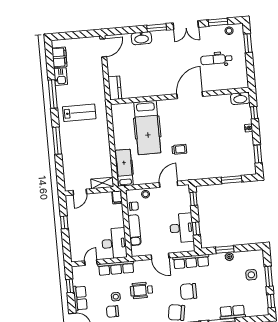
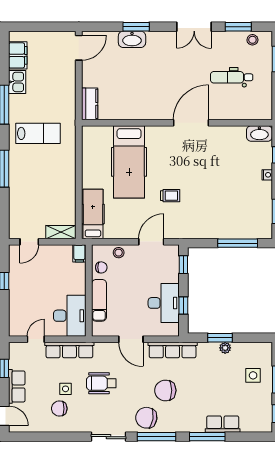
window: (157, 28) -> (136, 27), moved
window: (232, 180) -> (238, 243), width x1.44

